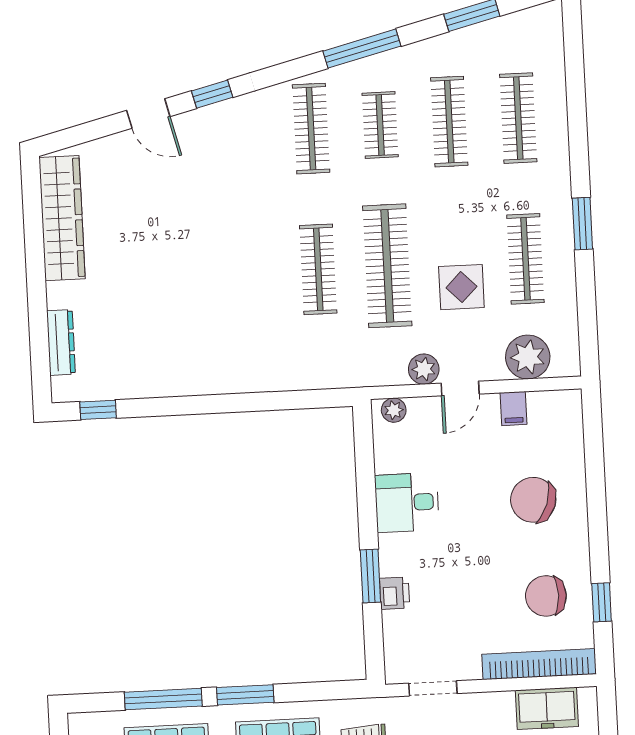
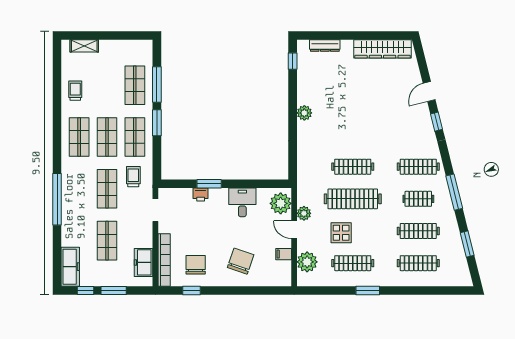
plant: (208, 379) -> (304, 113), added
plant: (394, 410) -> (281, 203), width x1.88, depth x1.88

